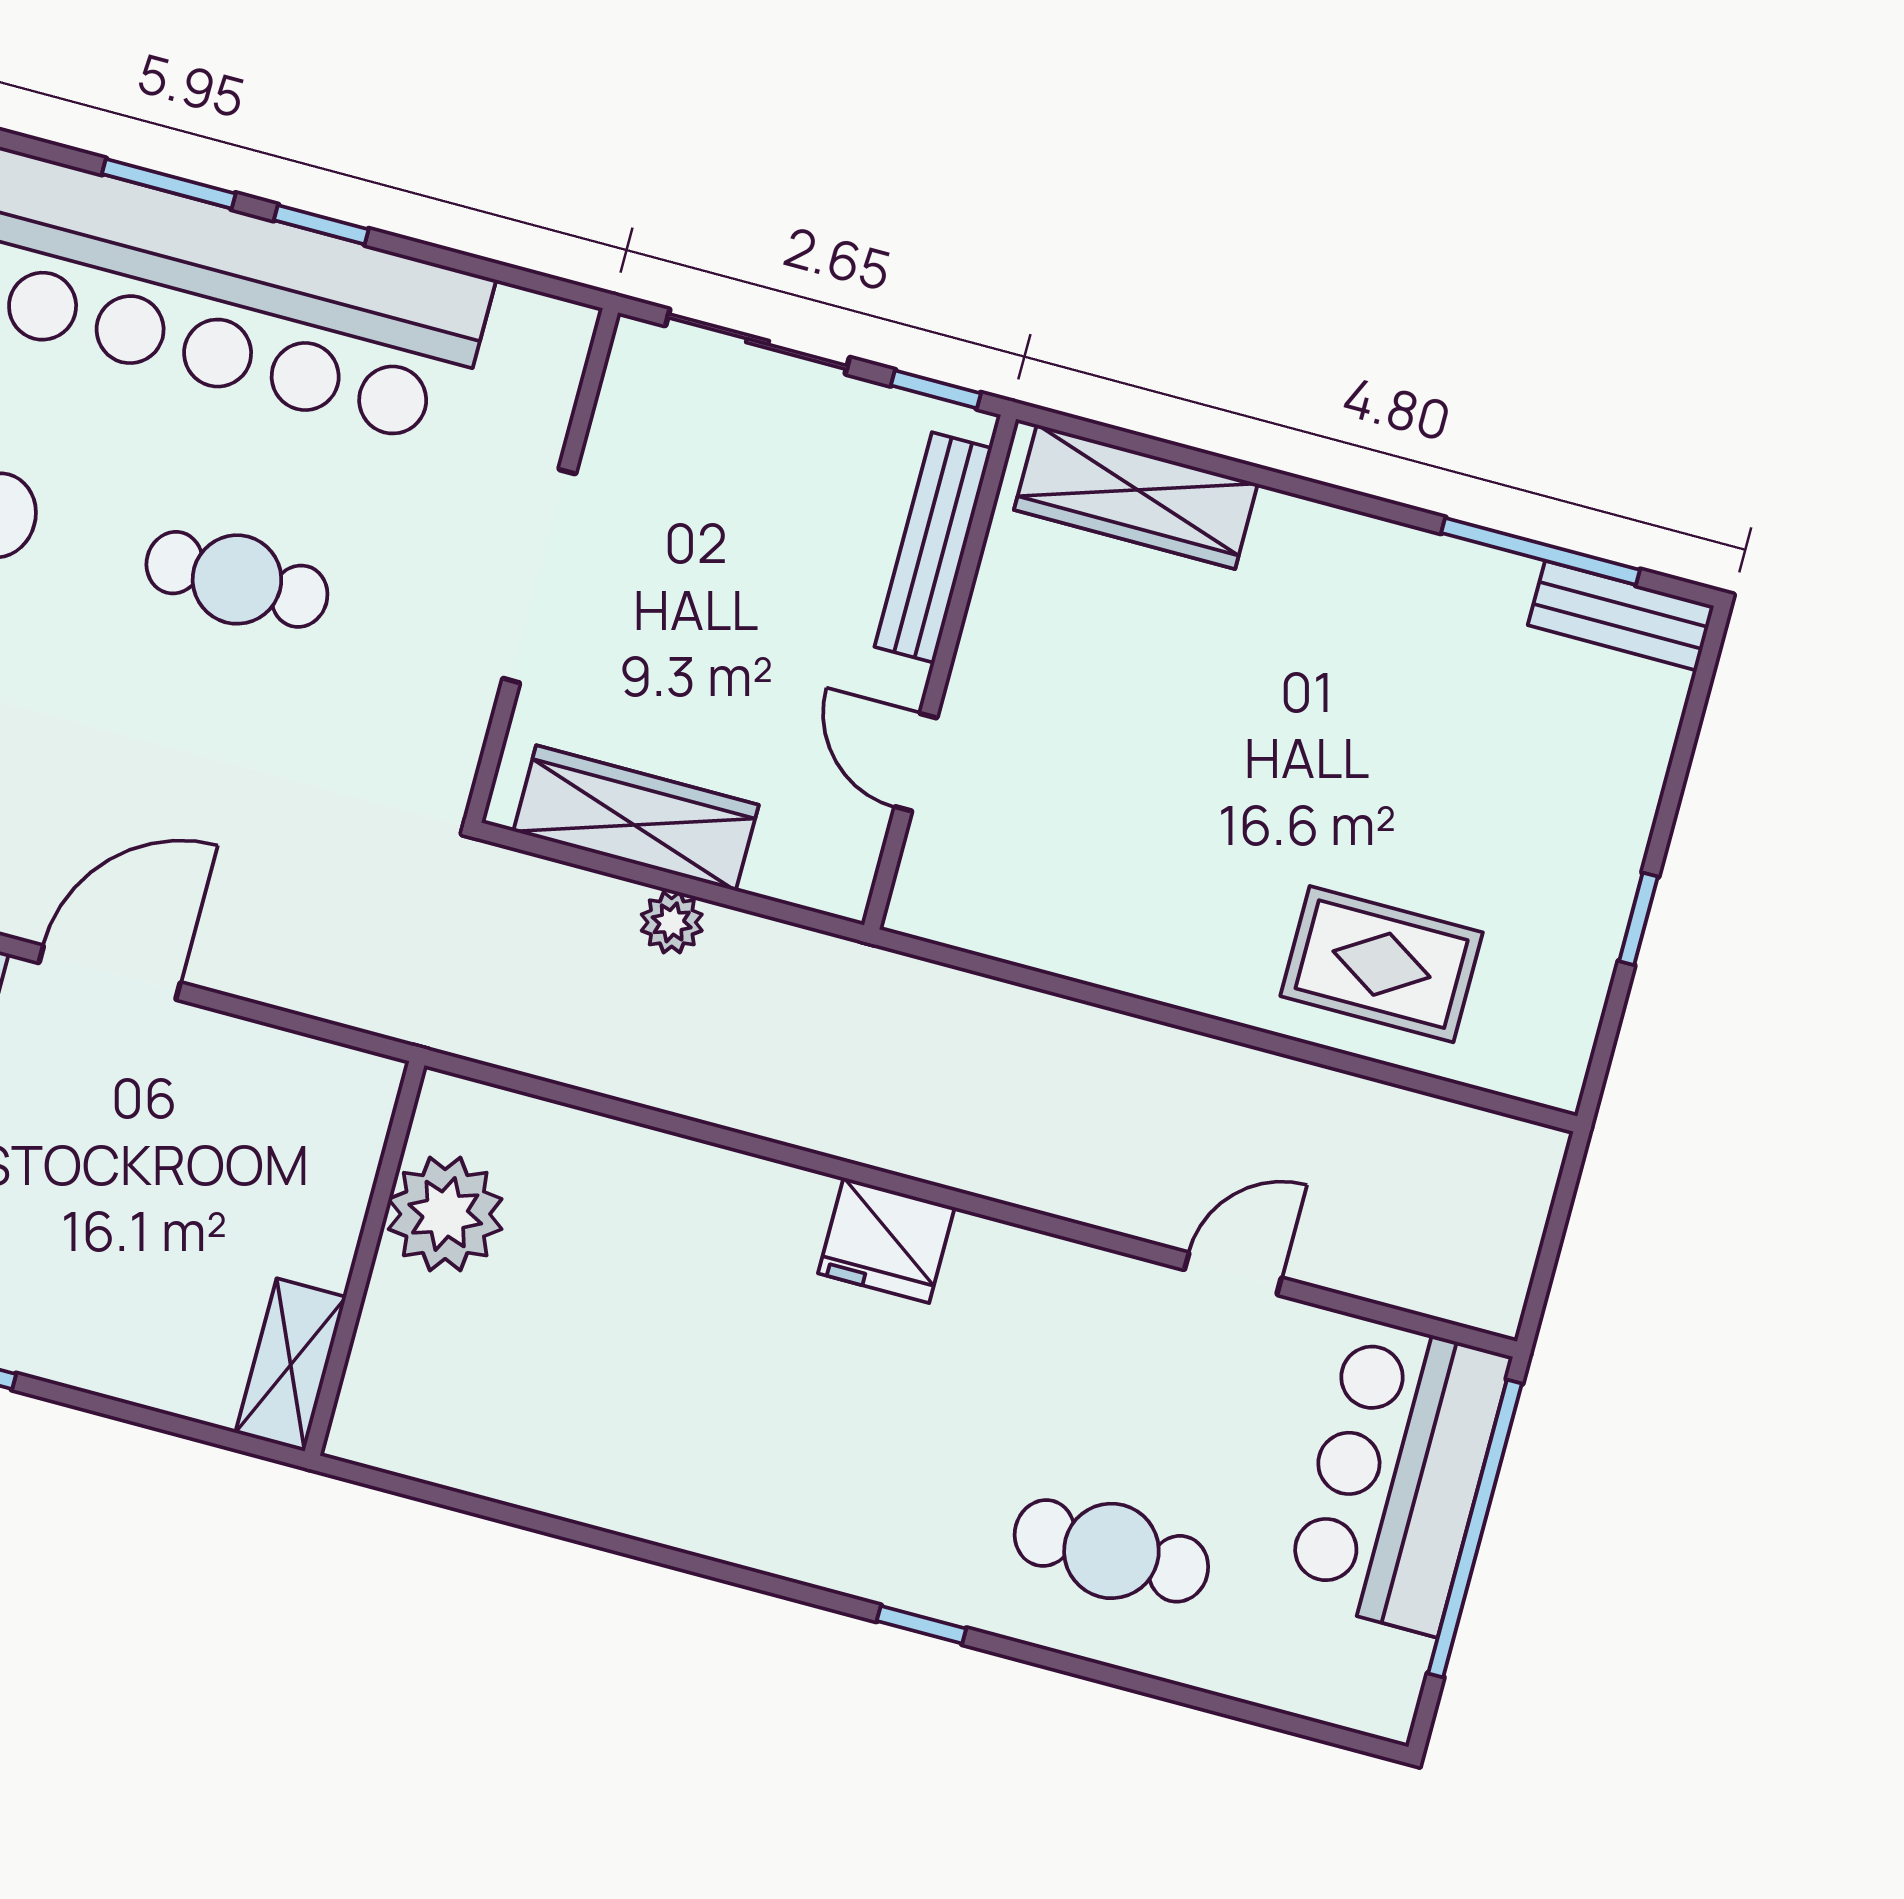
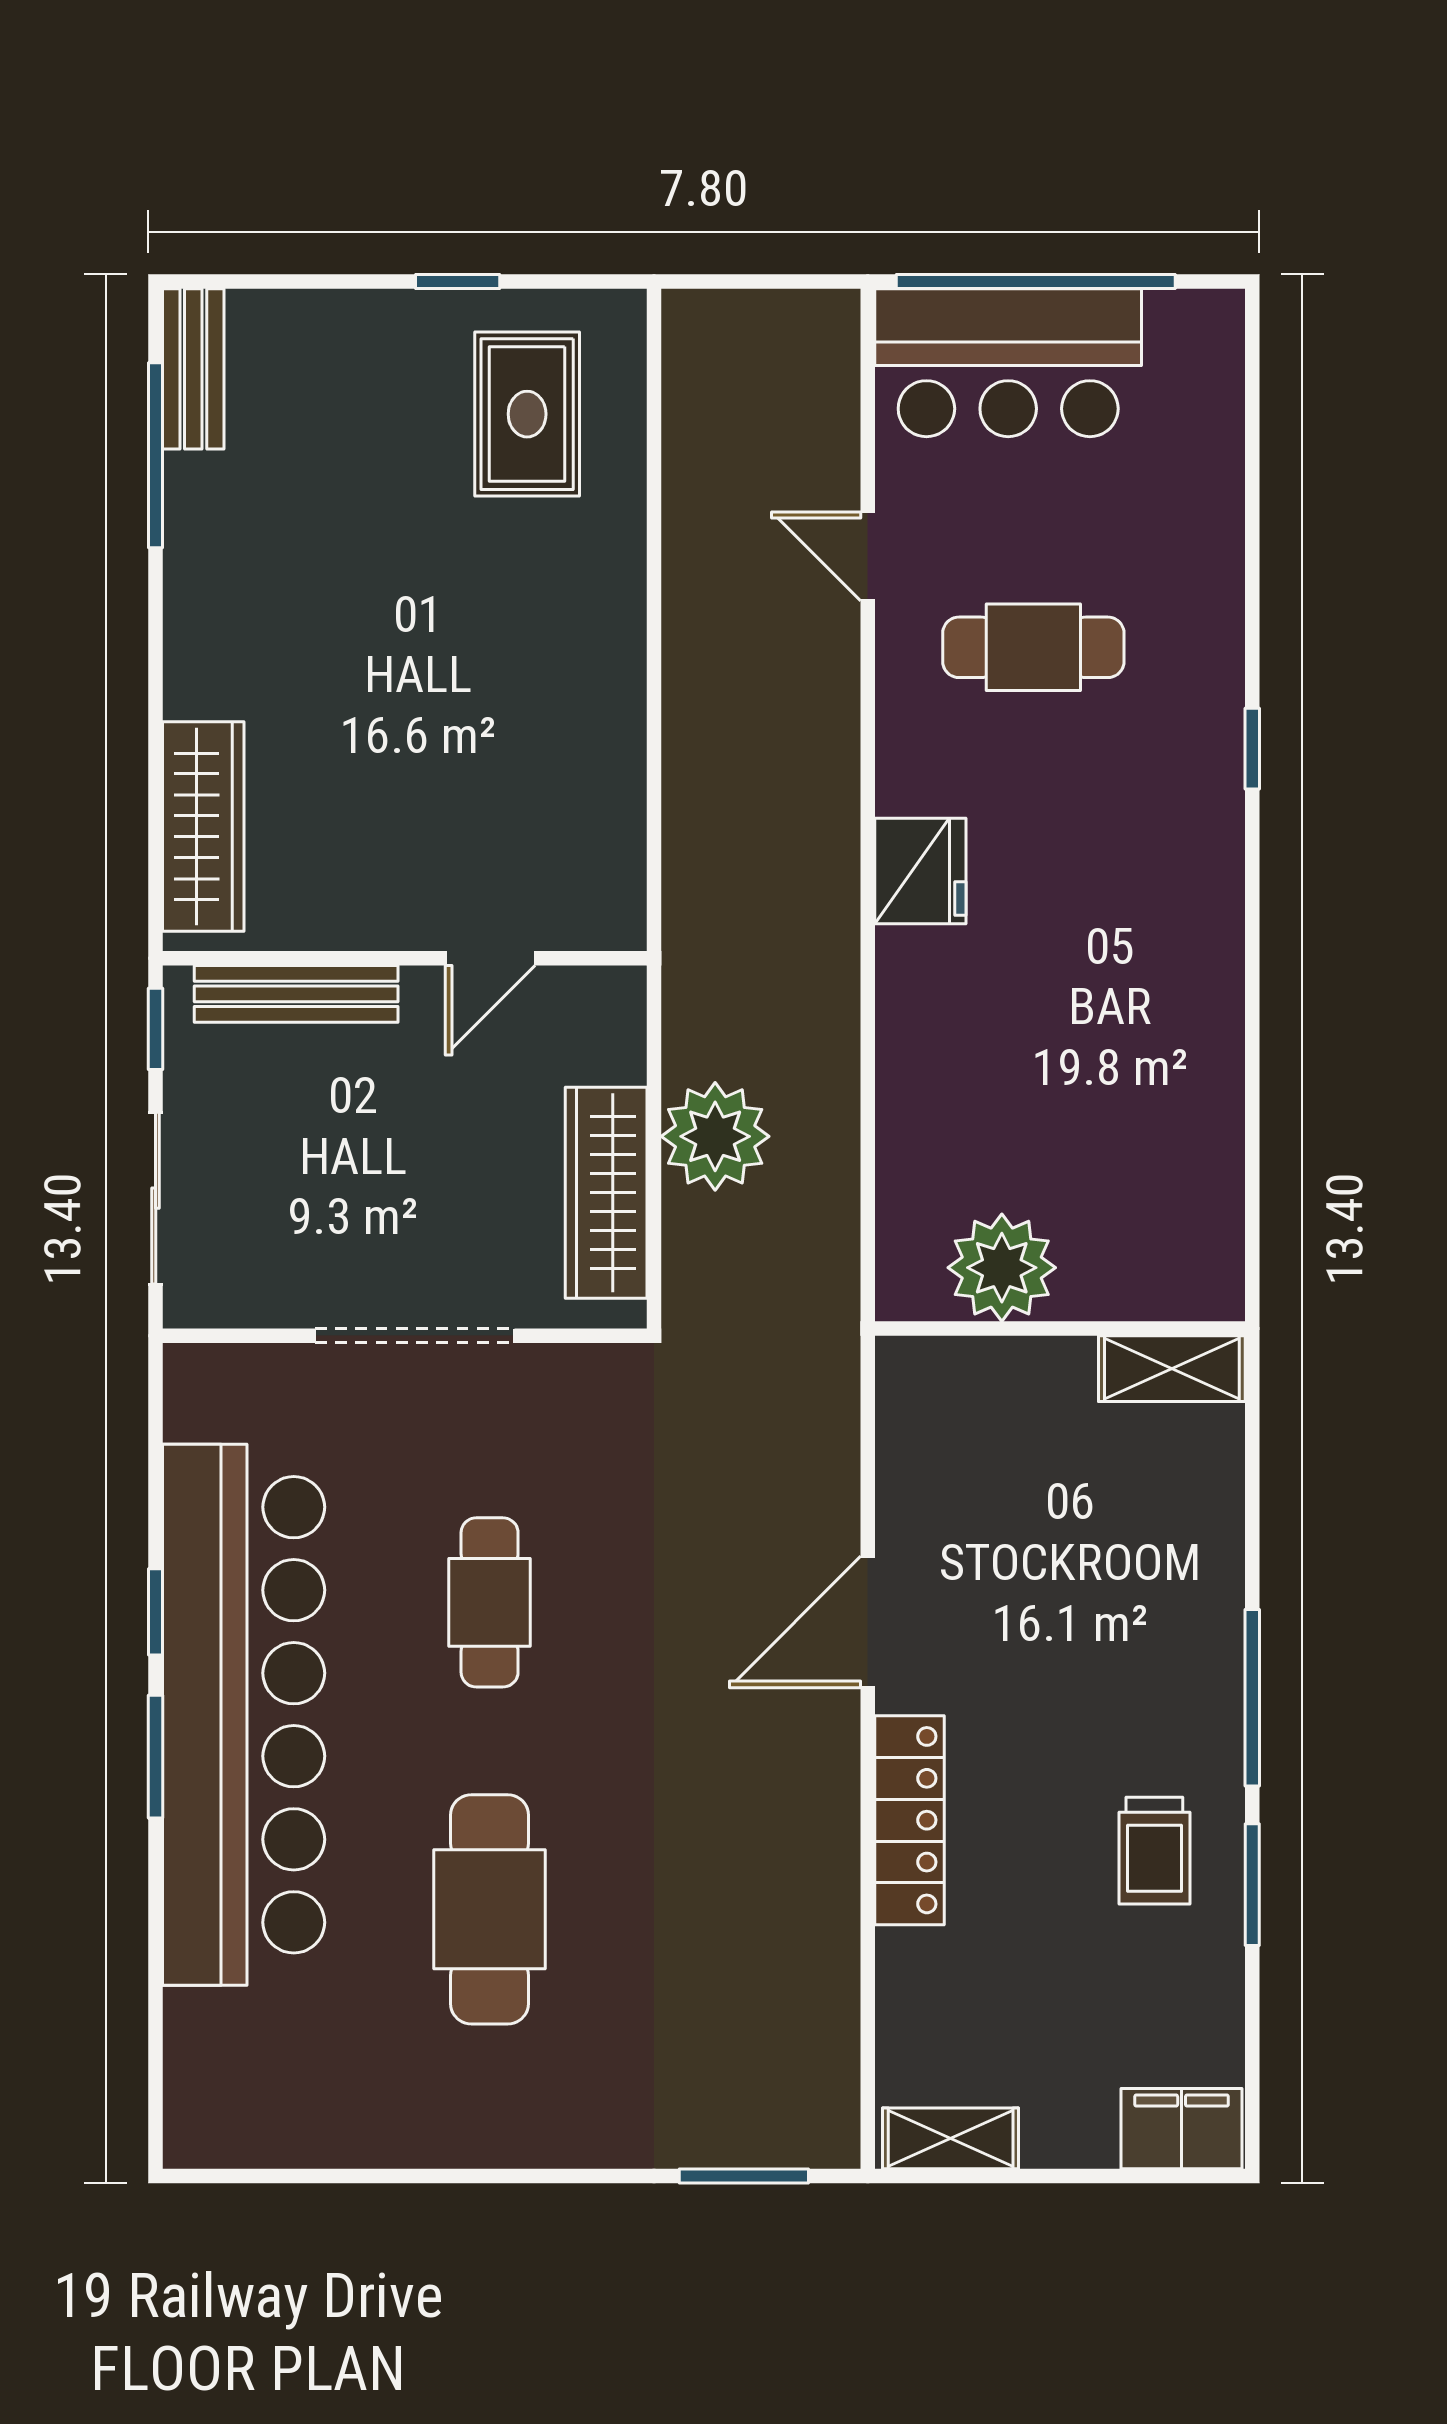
plant: (672, 922) -> (715, 1136), width x1.87, depth x1.87
rug: (1382, 964) -> (527, 414), moved
door: (110, 973) -> (868, 1622), hinge flipped
cafe table: (1111, 1551) -> (1033, 647), moved, turned 90

